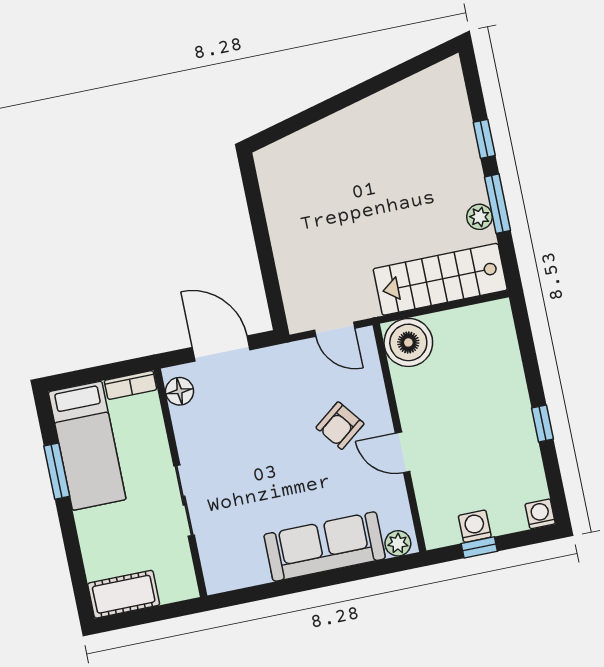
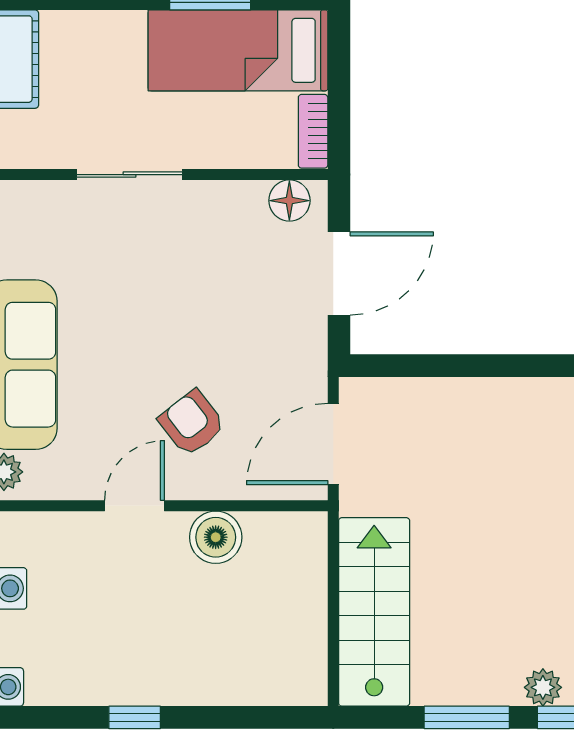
plant: (479, 217) -> (543, 687), moved
door: (335, 329) -> (333, 444), width x1.38
boiler: (408, 342) -> (216, 537), moved, width x0.73, depth x0.73

